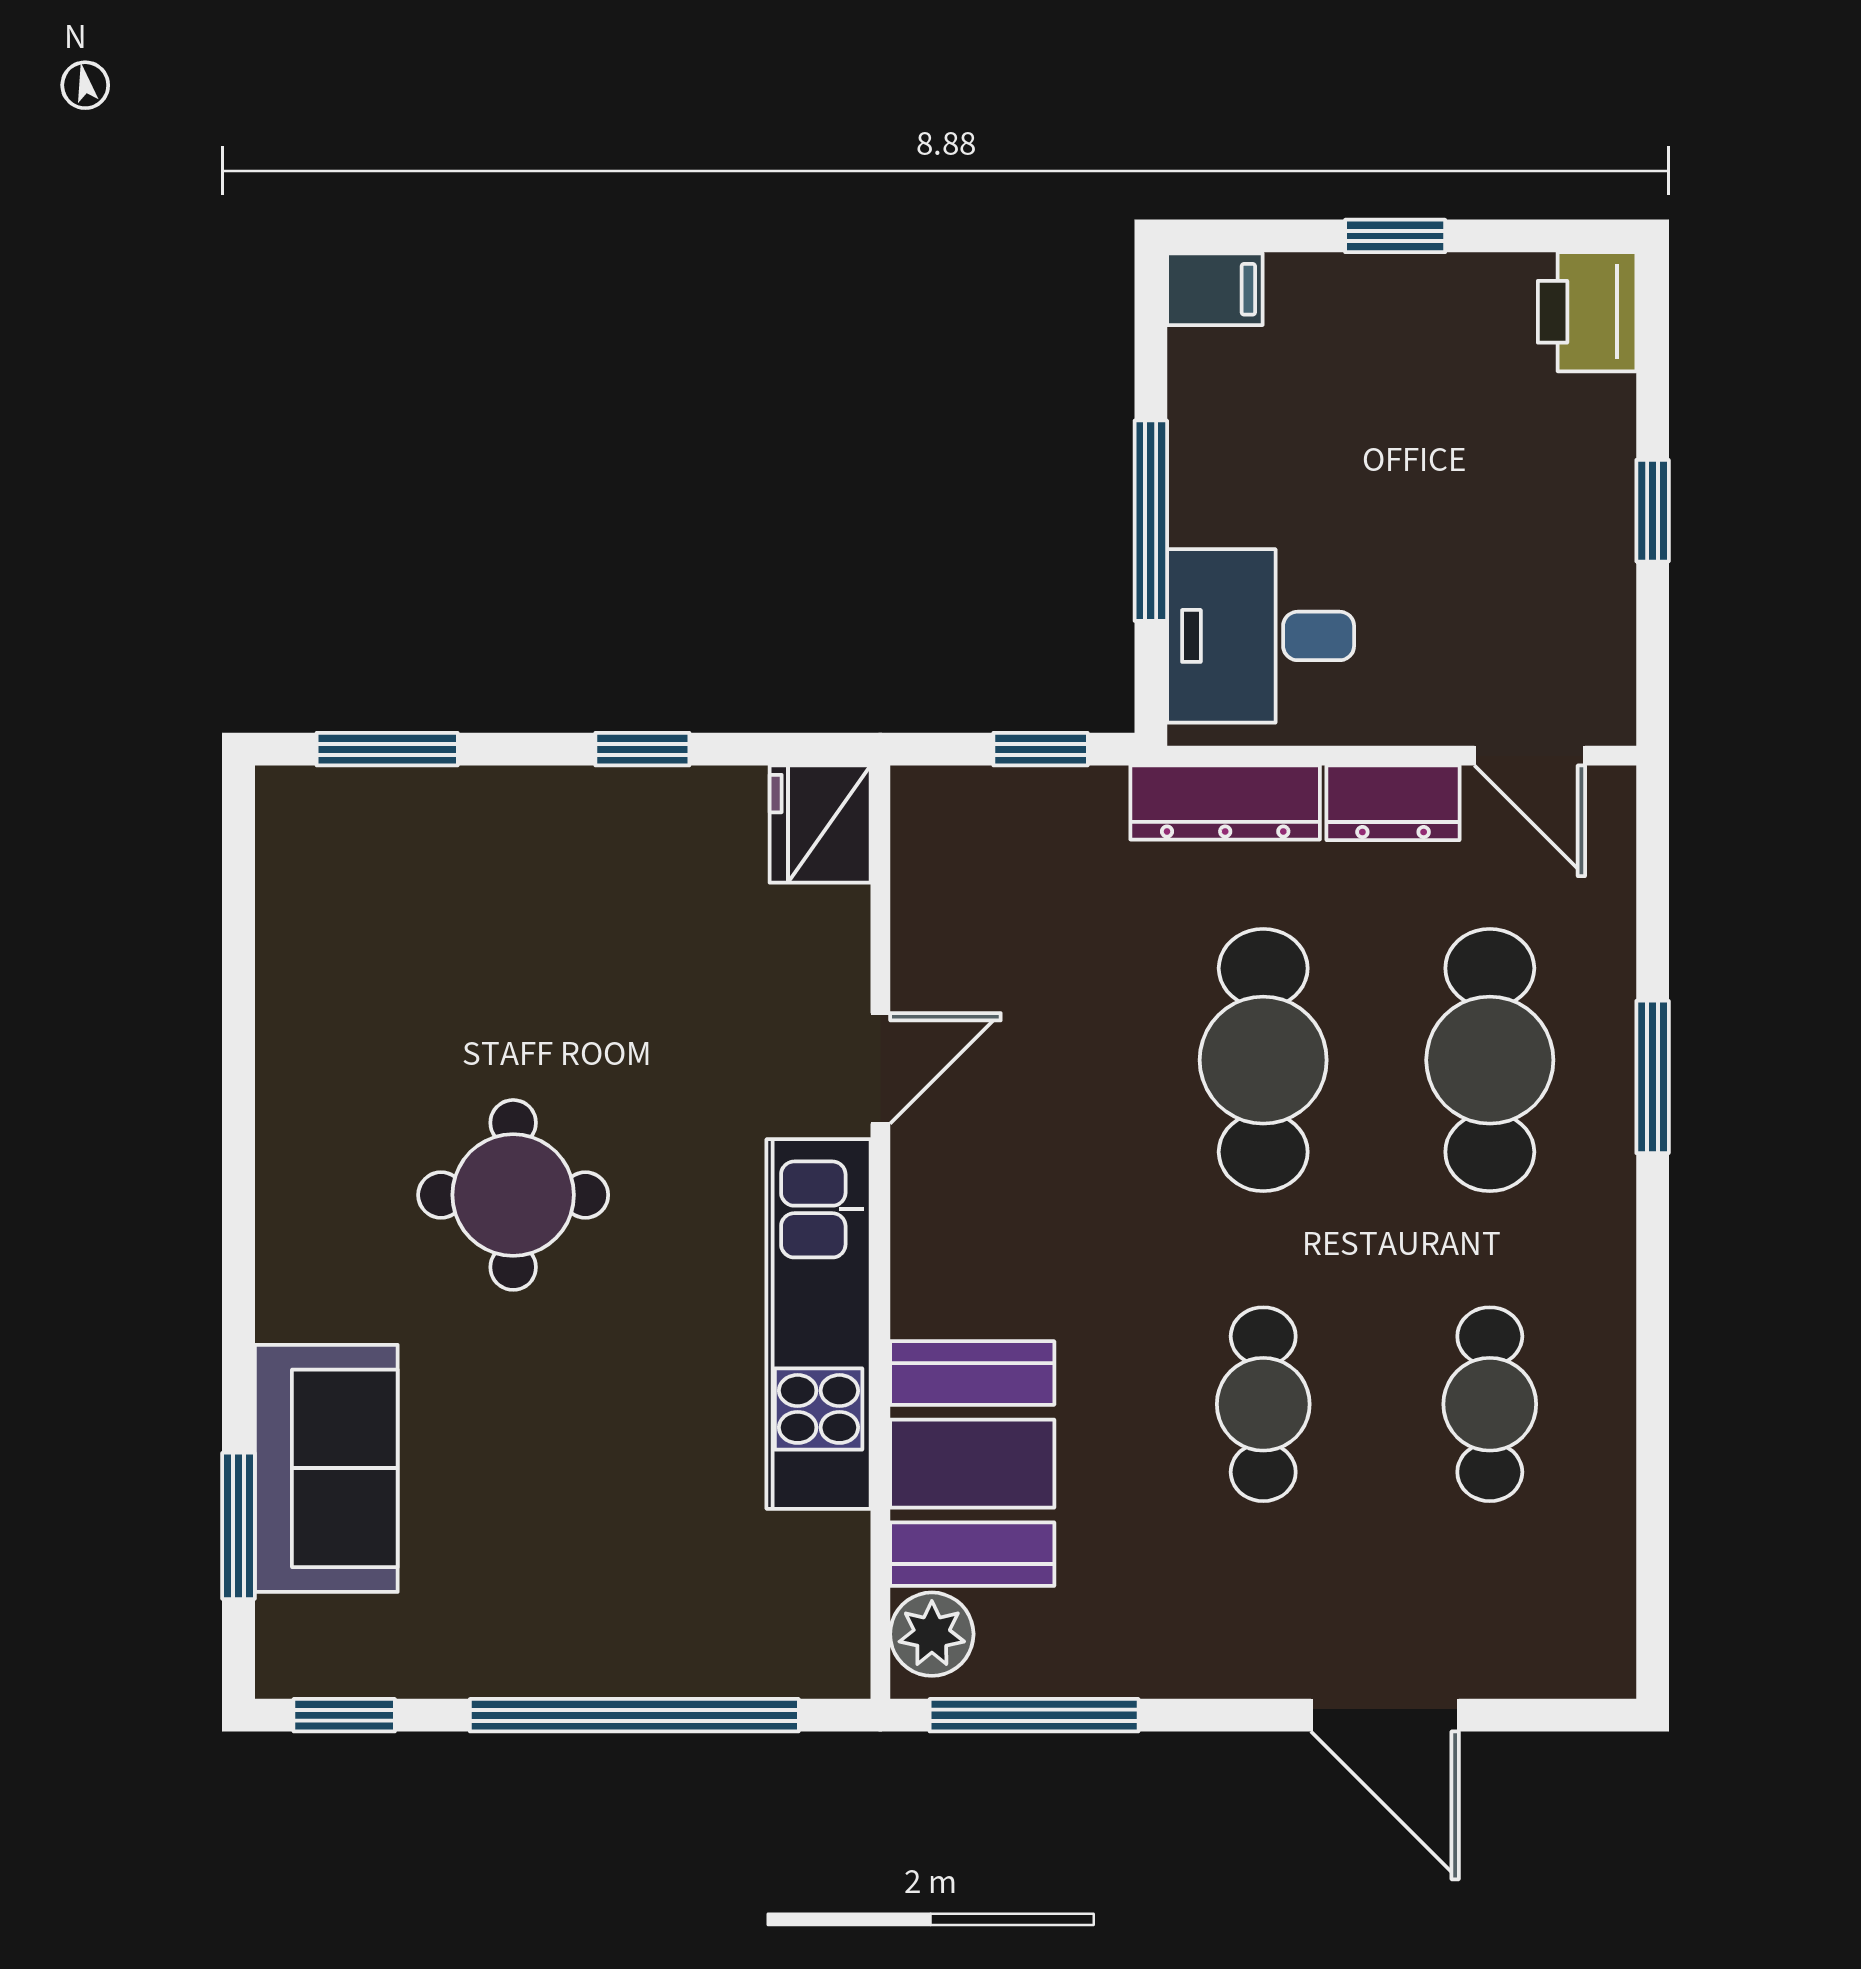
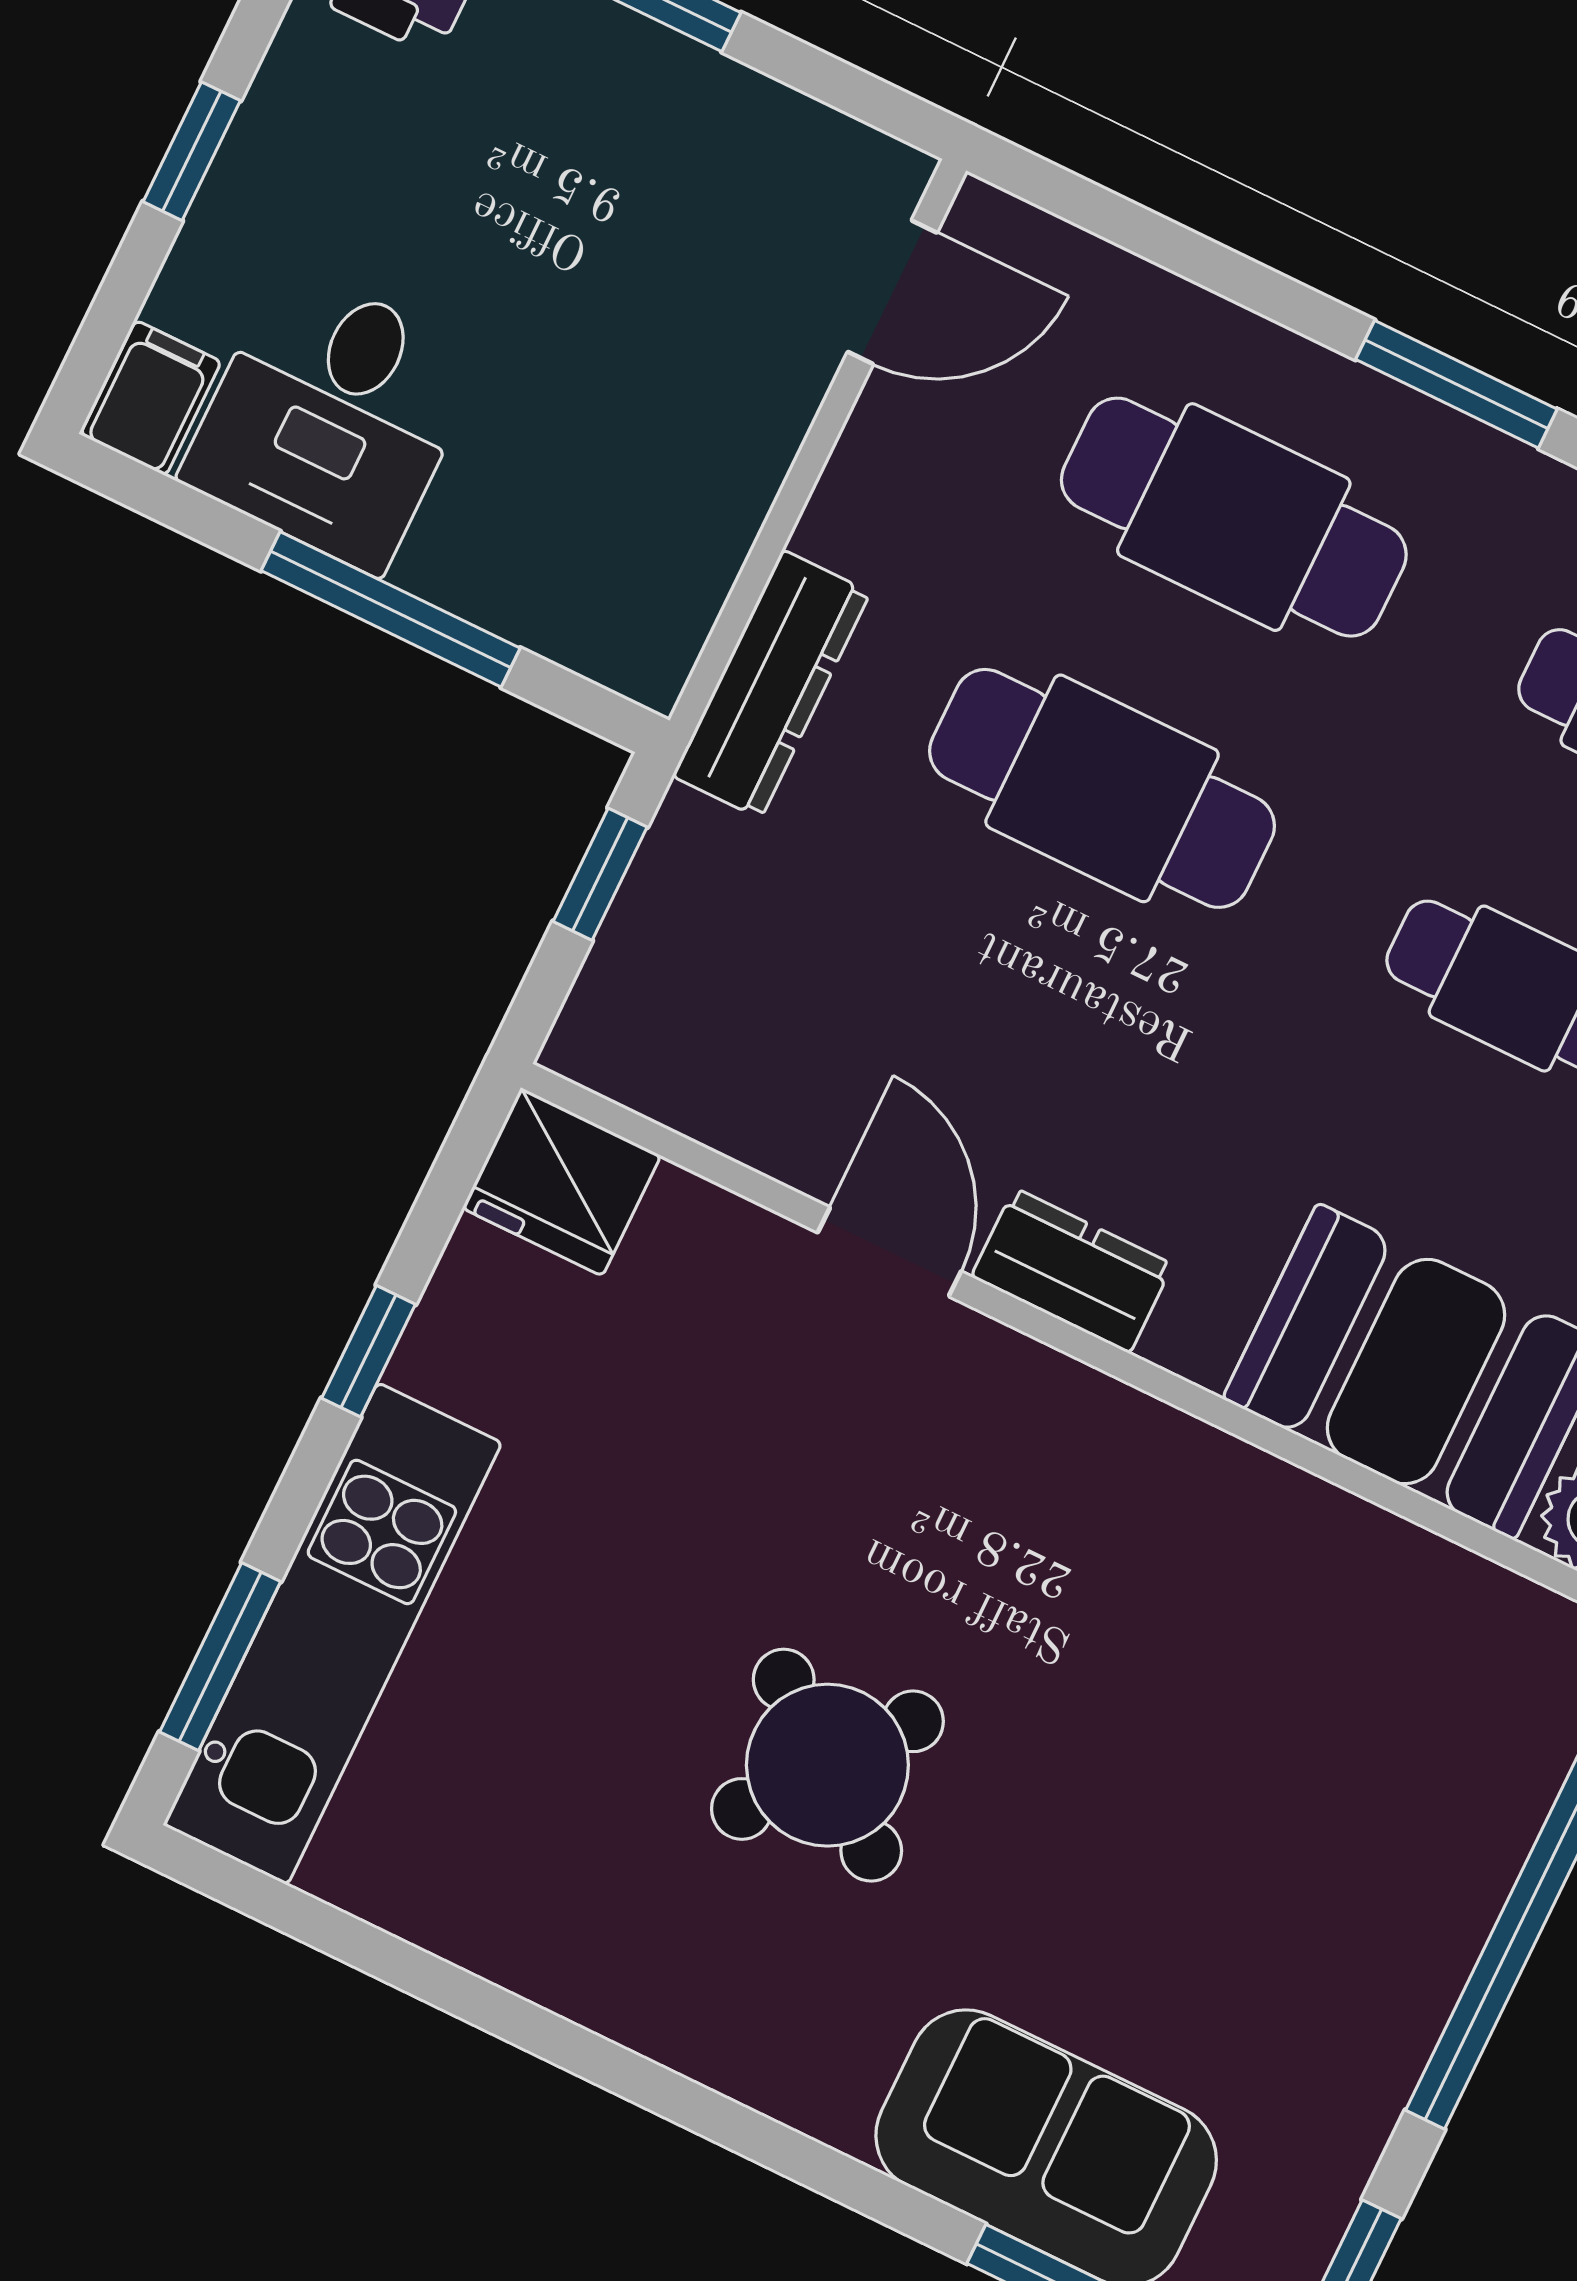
desk: (1261, 636) -> (332, 418), moved
dresser: (1393, 803) -> (1072, 1271), moved, turned -90
window: (1653, 1077) -> (1456, 384), moved
round table: (513, 1195) -> (827, 1765), turned 37
kitchen unit: (819, 1324) -> (333, 1634), moved, turned -90

